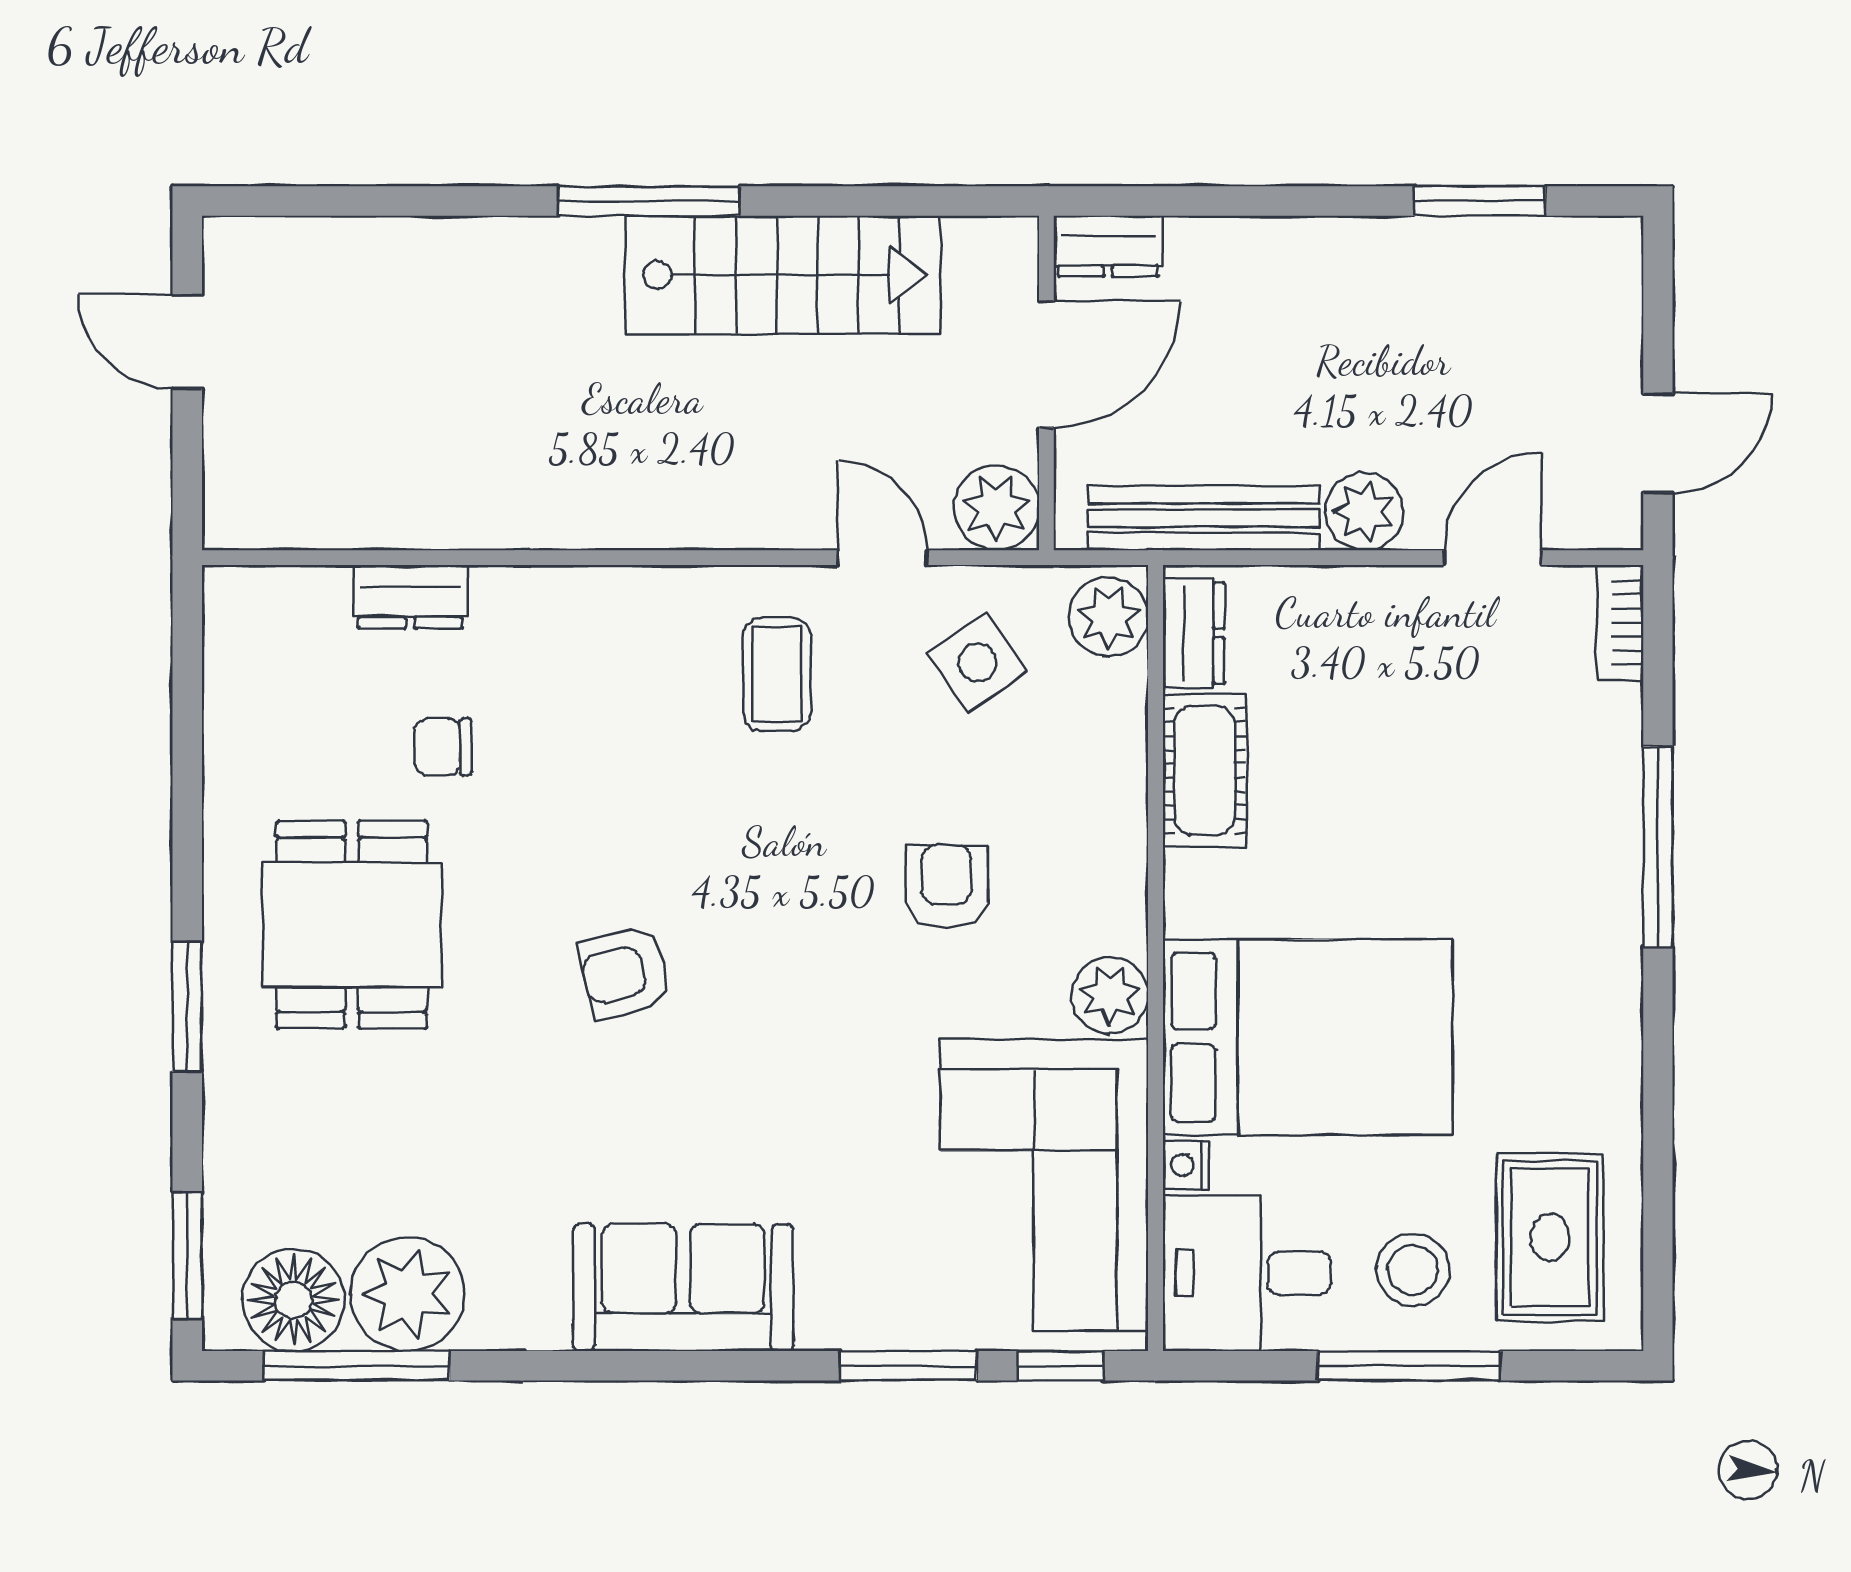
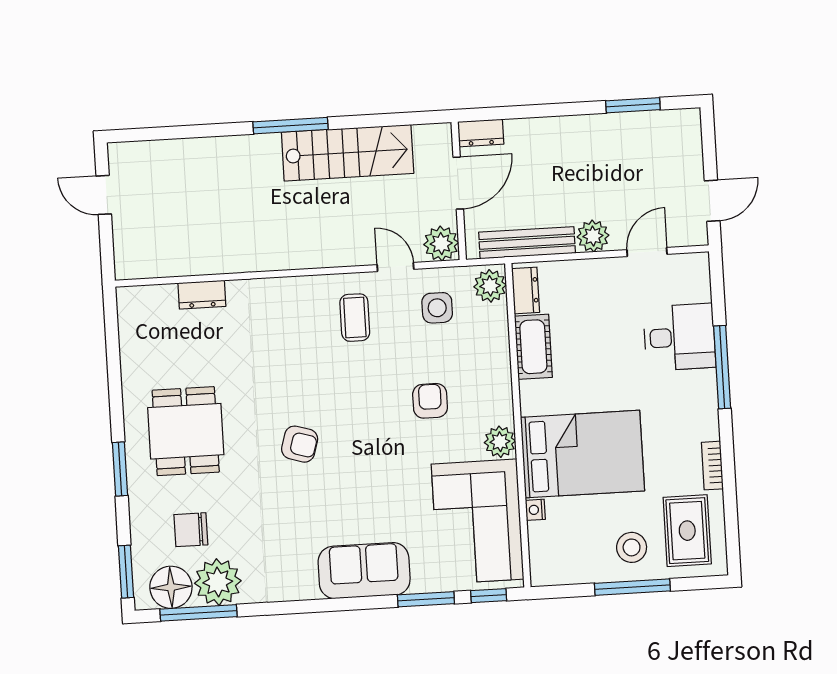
bookcase: (1620, 623) -> (712, 466), moved
side table: (977, 663) -> (437, 308), turned 35
chair: (443, 747) -> (191, 530), moved, width x1.37, depth x1.37
armchair: (625, 972) -> (300, 444), turned -149
desk: (1247, 1273) -> (679, 337), moved, turned 180
sofa: (683, 1288) -> (364, 571), moved

